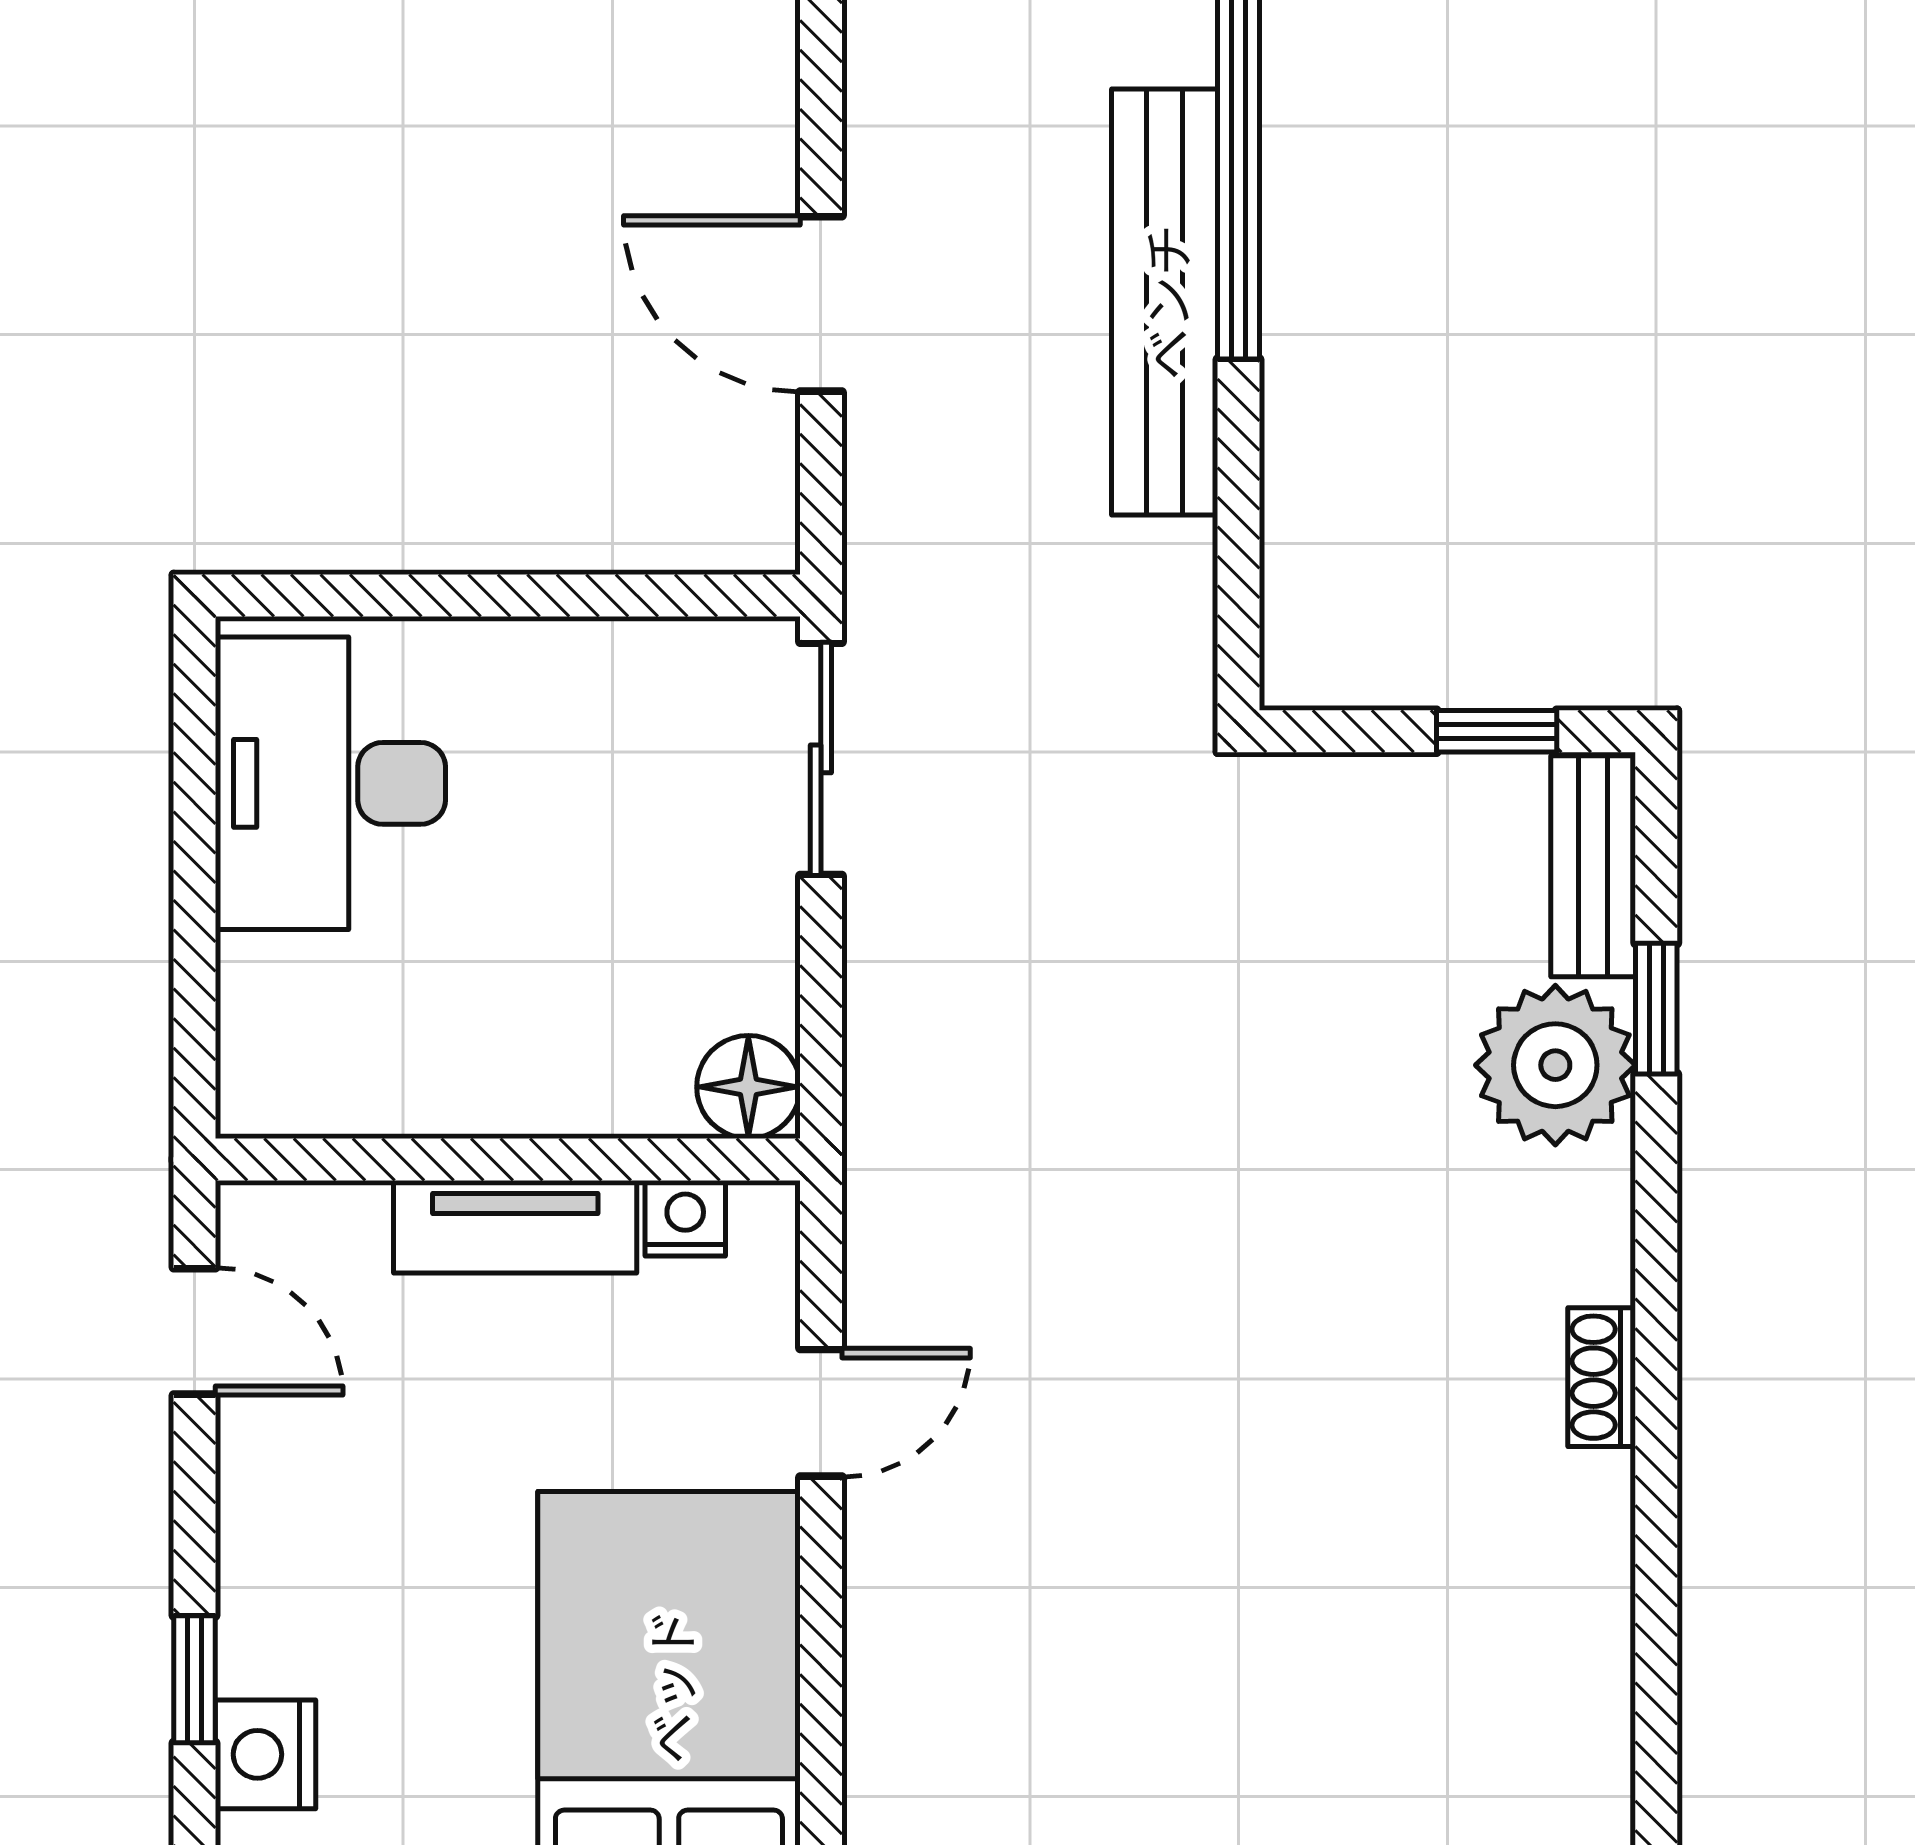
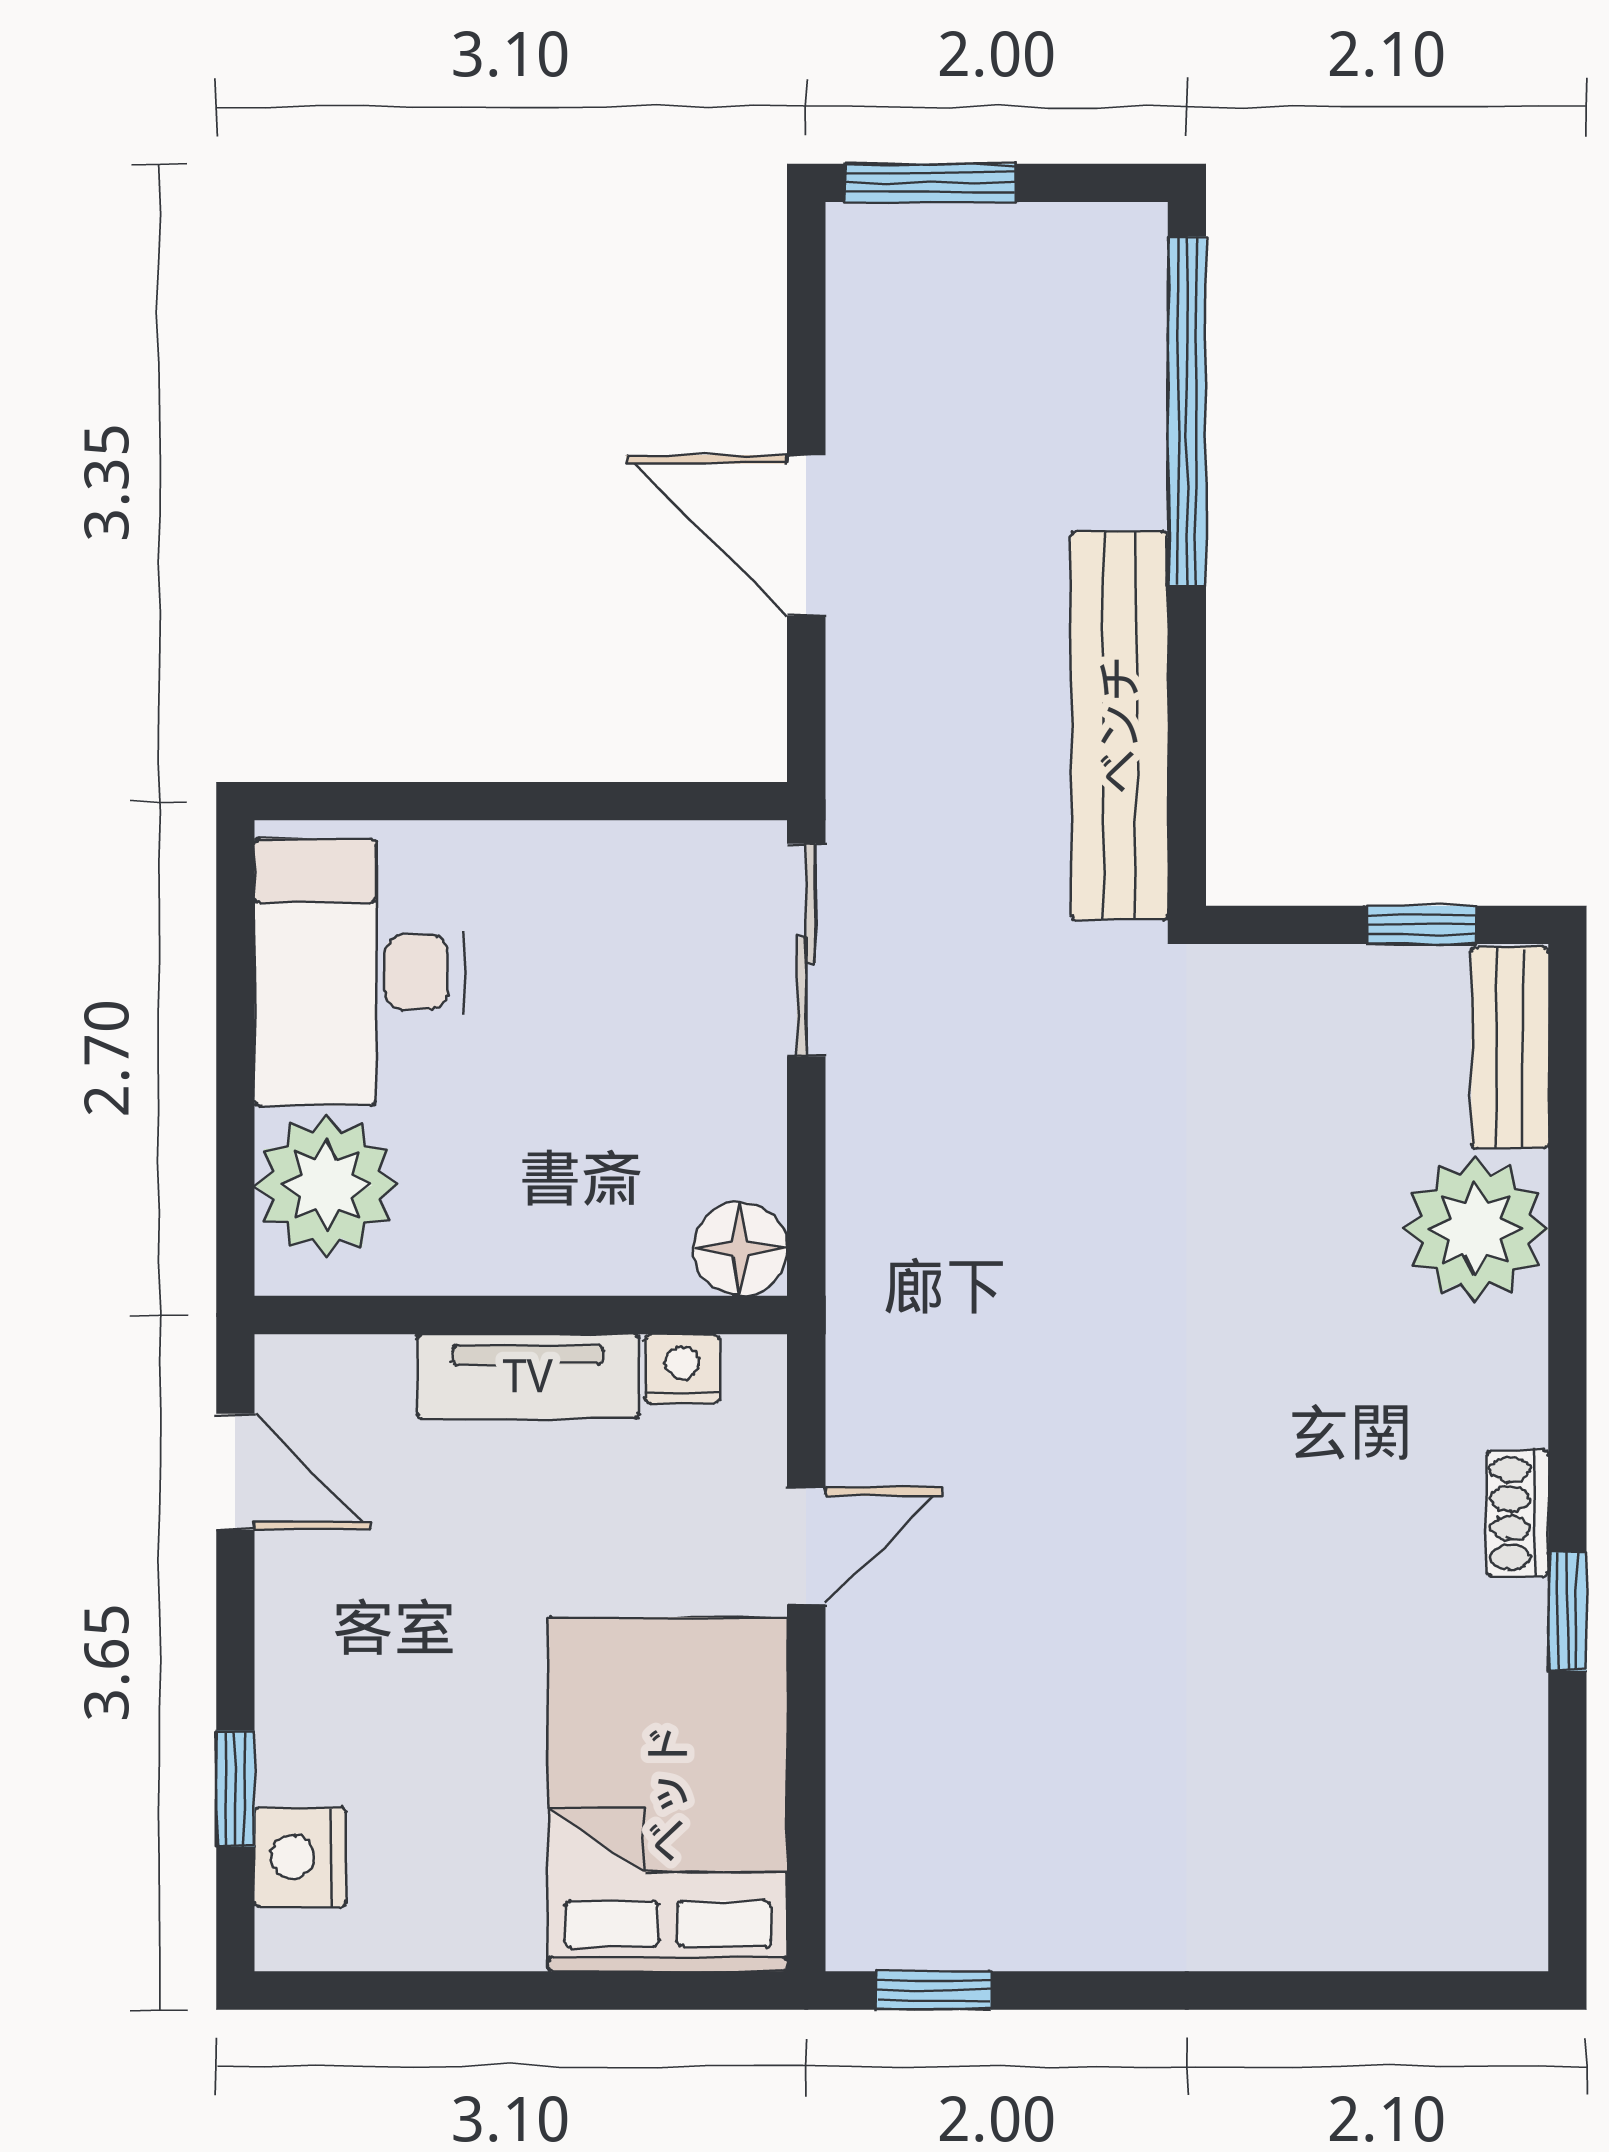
bench: (1165, 302) -> (1119, 725), moved
window: (1656, 1009) -> (1567, 1611), moved
plant: (294, 1017) -> (326, 1185), added

